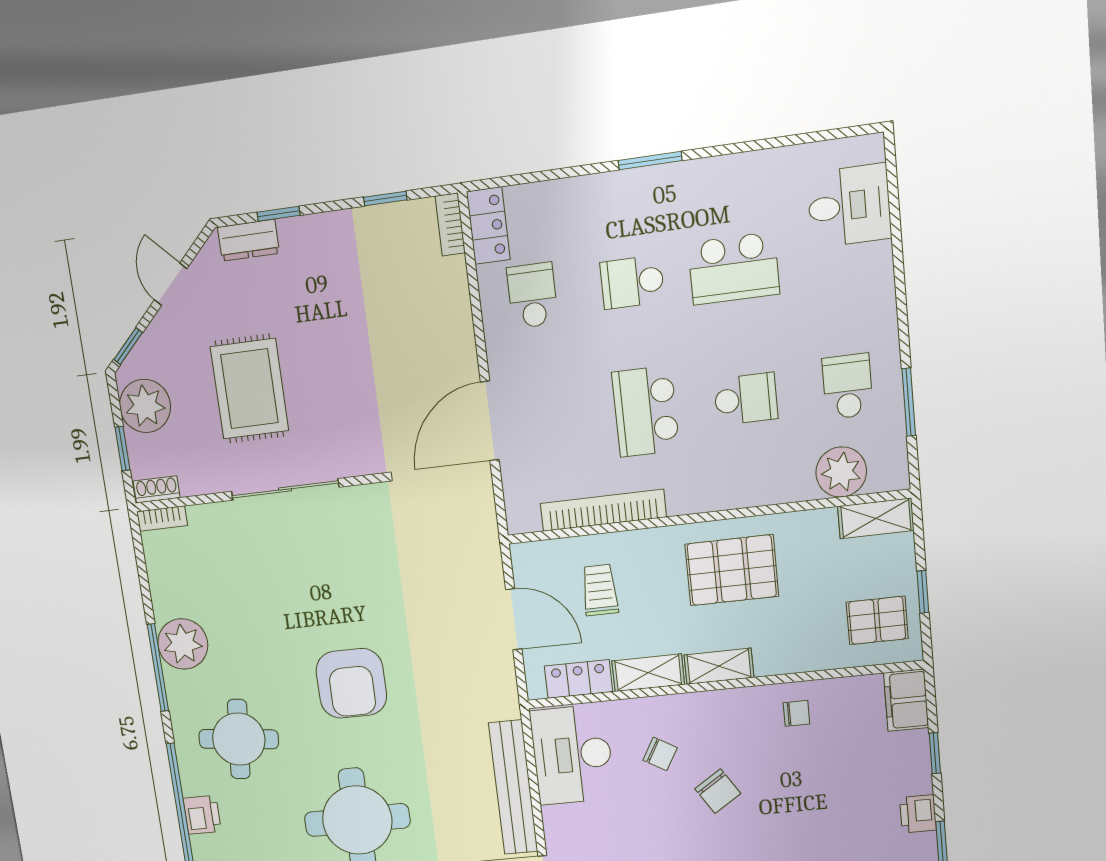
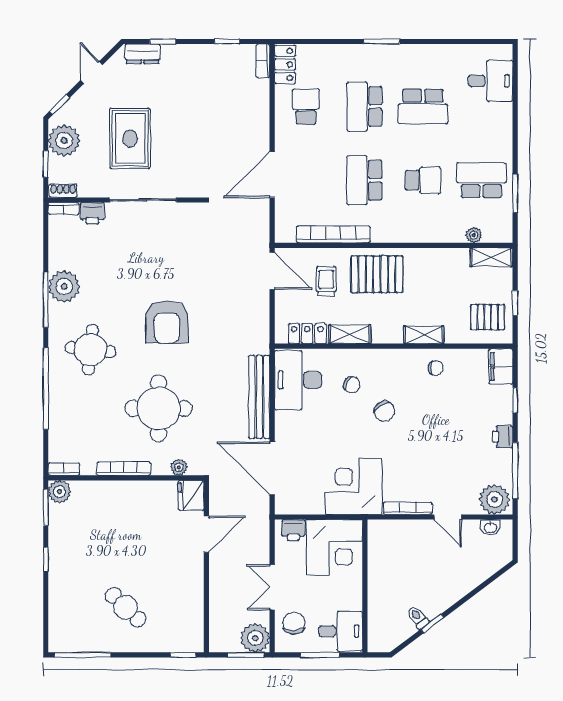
school desk: (632, 282) -> (364, 107), width x1.85
school desk: (848, 386) -> (481, 180), width x1.85
plant: (841, 472) -> (474, 235), width x0.53, depth x0.53
pallet: (732, 570) -> (377, 274), moved
door: (514, 619) -> (272, 271), moved
shelving: (719, 666) -> (424, 335), moved
printer: (202, 815) -> (92, 213), moved, turned 90

